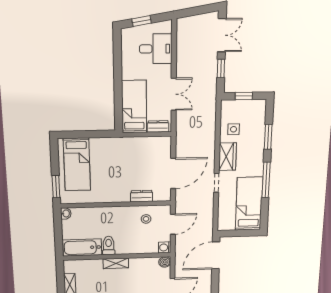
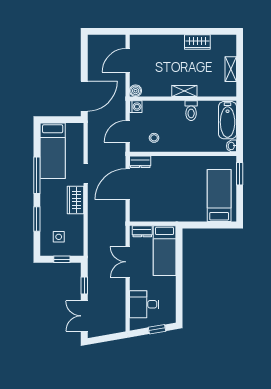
side table: (234, 129) -> (59, 237), moved
dresser: (142, 196) -> (140, 162), moved
bathtub: (82, 248) -> (228, 120), moved, turned 90

